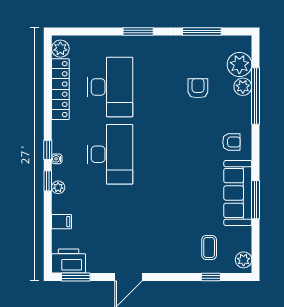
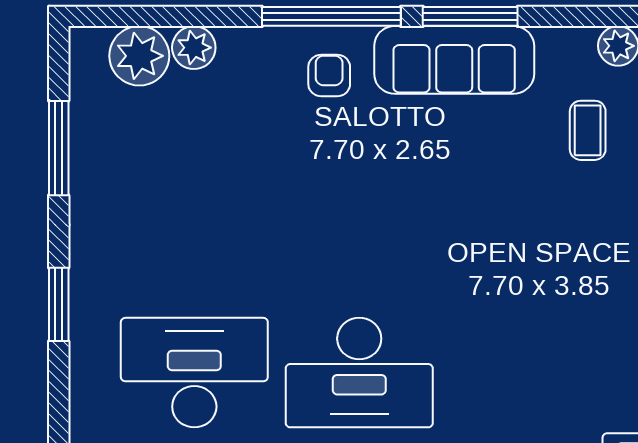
armchair: (198, 88) -> (197, 158), removed
window: (256, 96) -> (331, 16), moved
desk: (110, 154) -> (359, 373), turned 180
coffee table: (209, 247) -> (588, 130), turned 90

